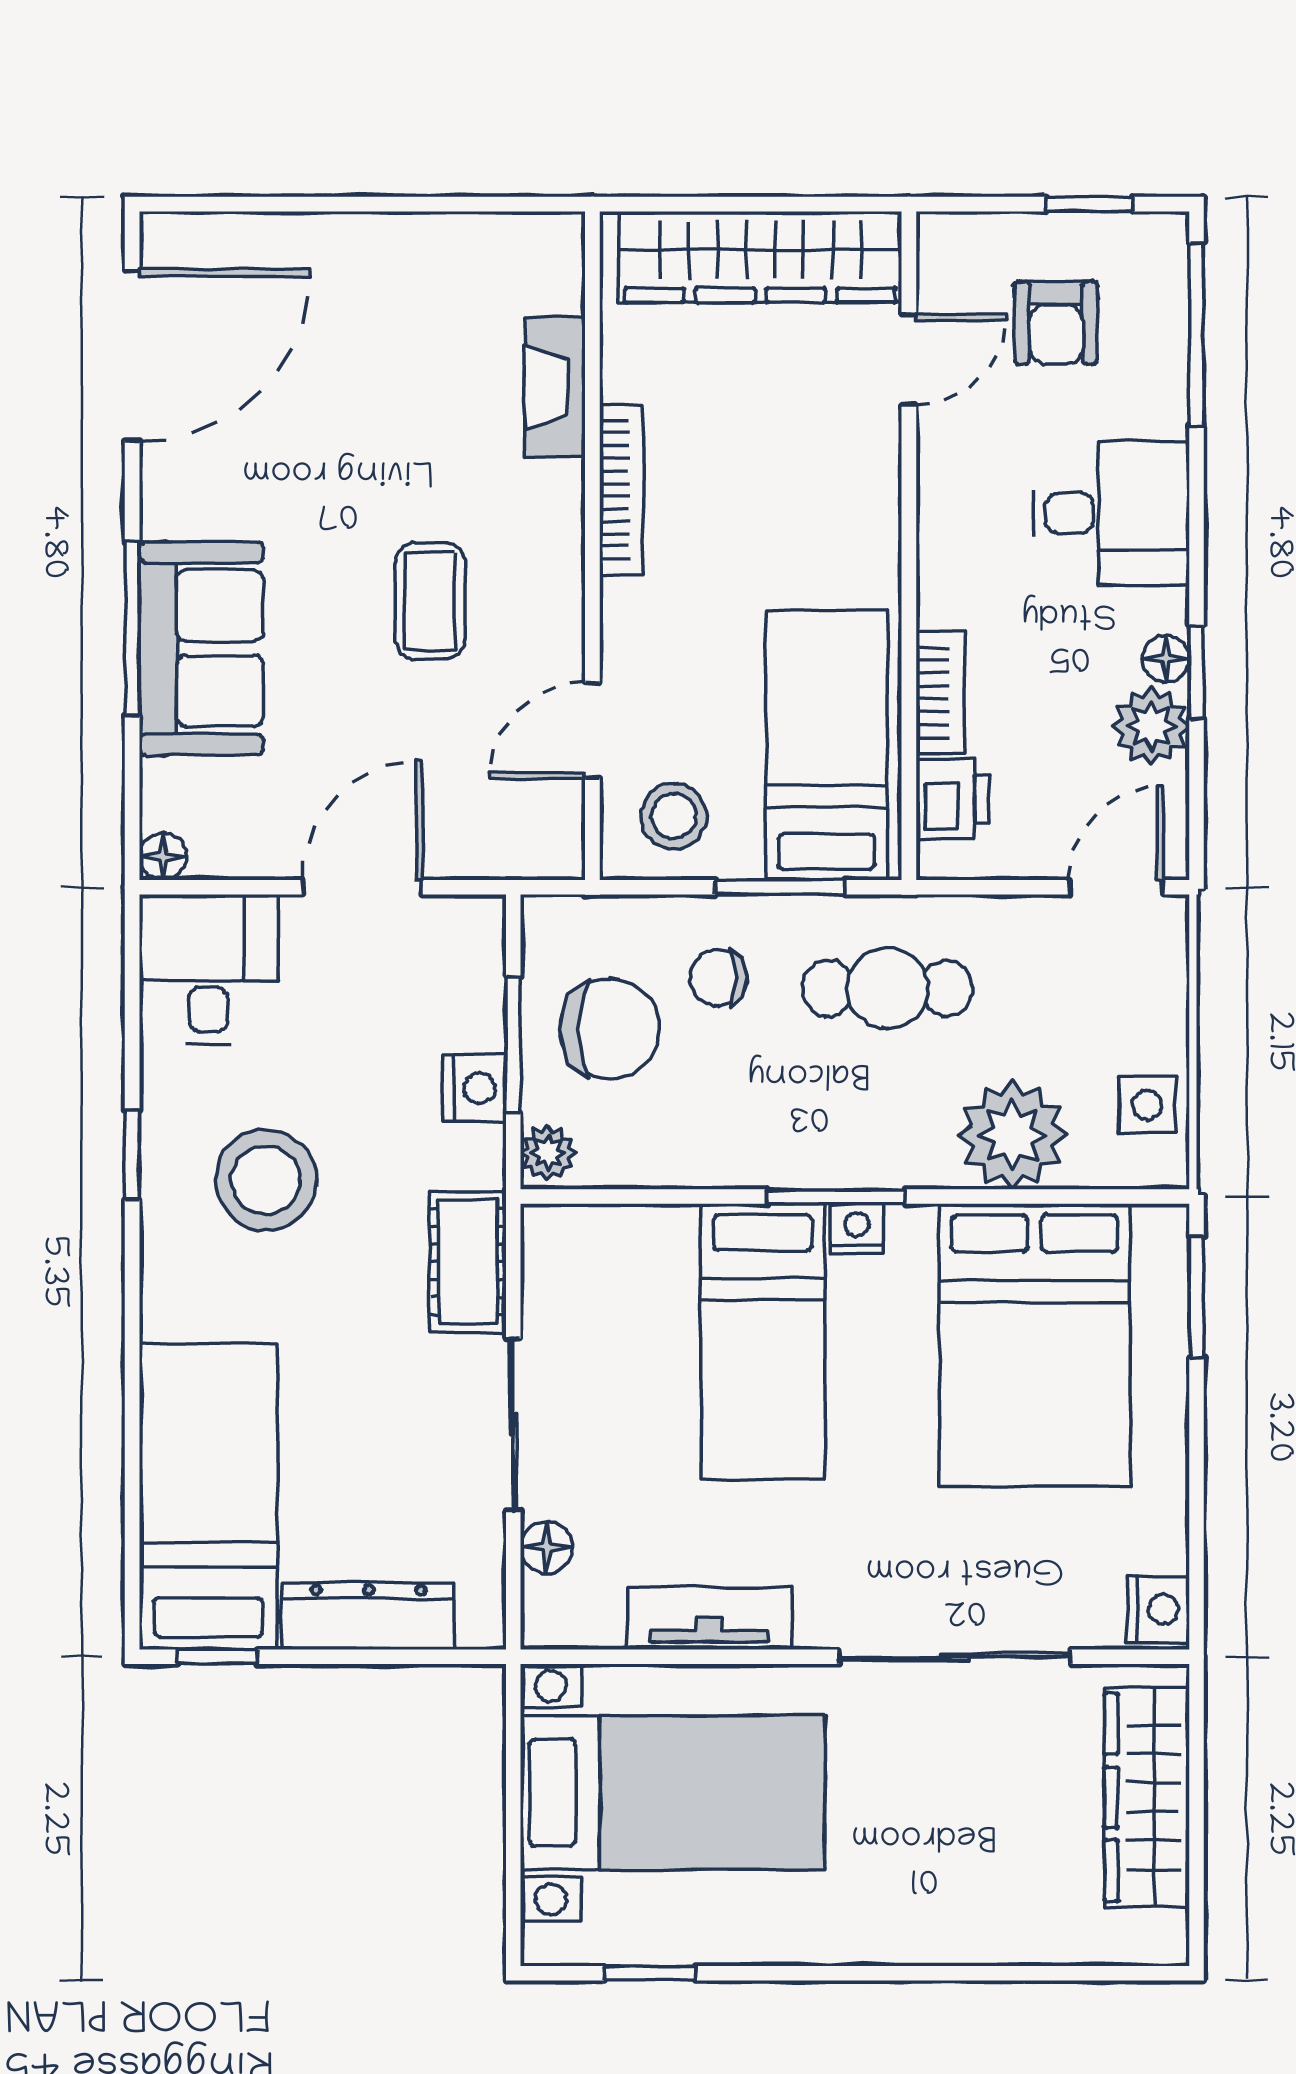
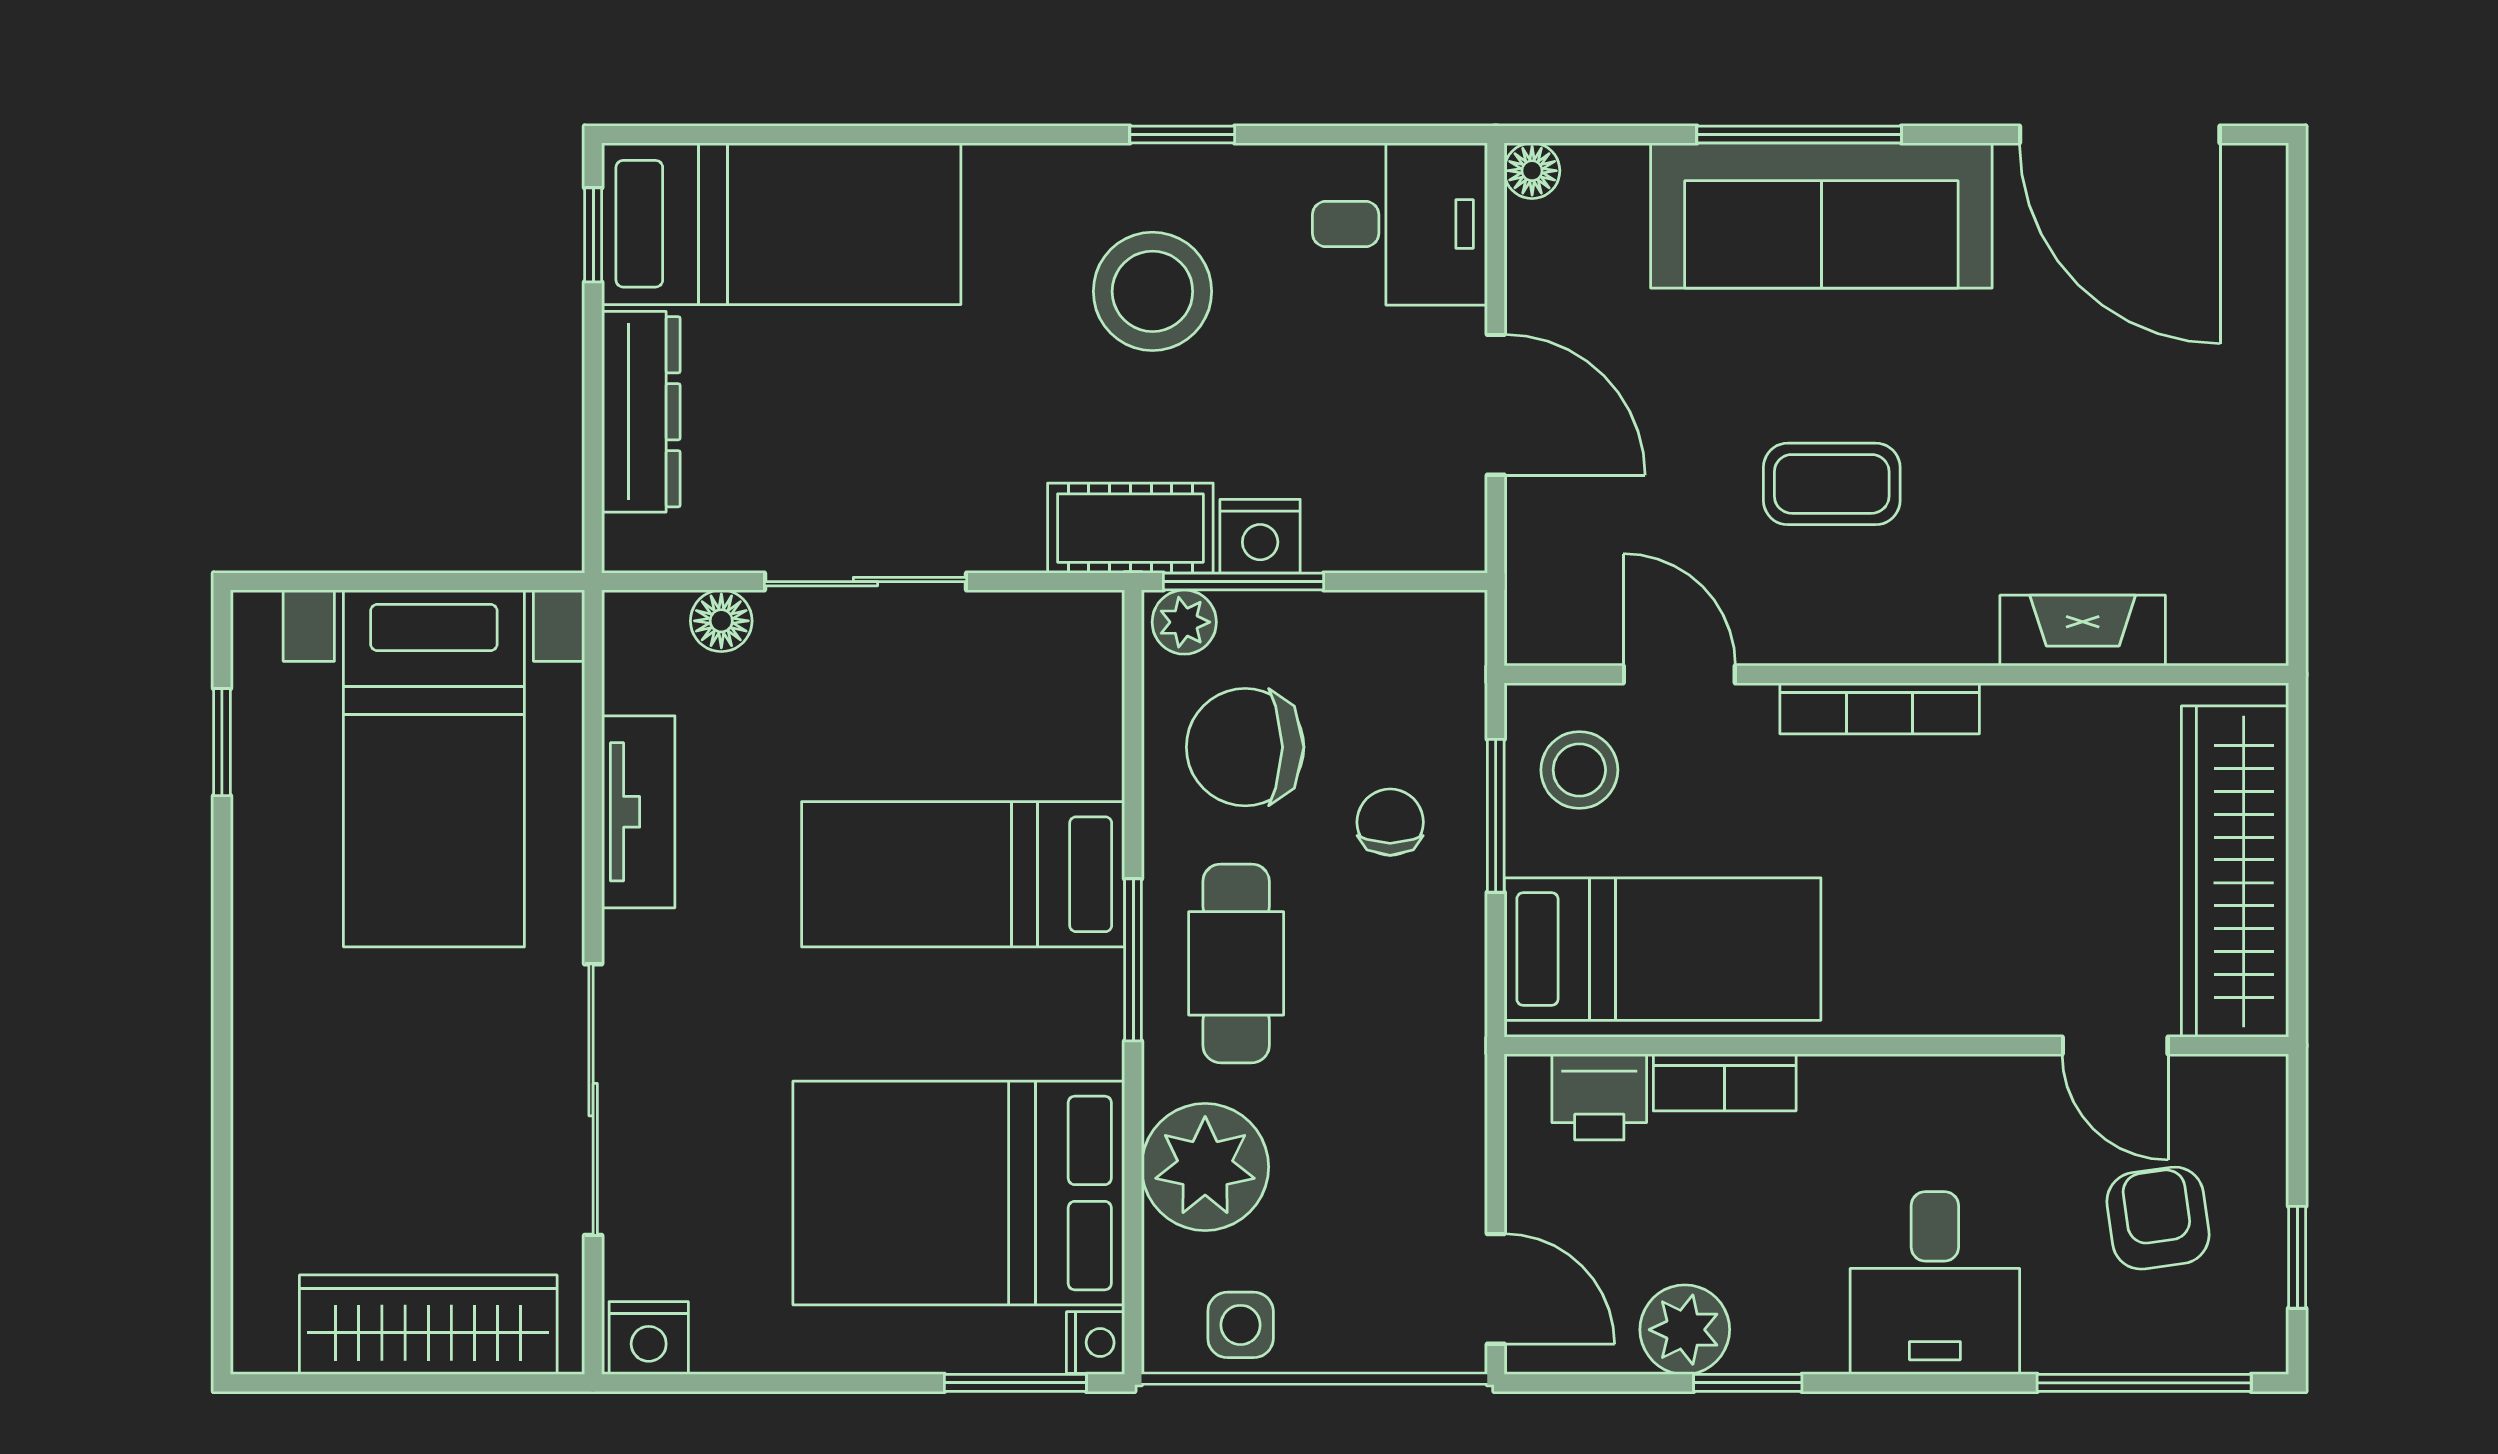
armchair: (1056, 323) -> (2158, 1218), turned 82
bookcase: (621, 490) -> (1880, 708), moved
sofa: (201, 648) -> (1821, 215), width x1.36
floor lamp: (1166, 659) -> (1764, 1347), removed
window: (780, 887) -> (1496, 816), moved
cafe table: (887, 988) -> (1236, 963), moved
chair: (610, 1029) -> (1245, 747), moved, turned 90
window: (513, 1044) -> (1244, 582), moved
nightstand: (857, 1229) -> (1095, 1342), moved
cot: (468, 1262) -> (1130, 528), moved

